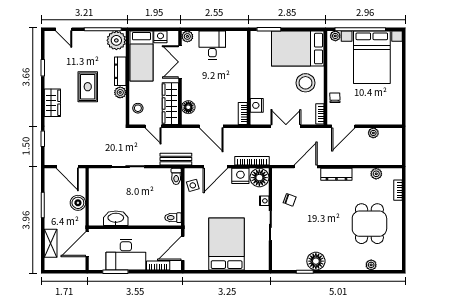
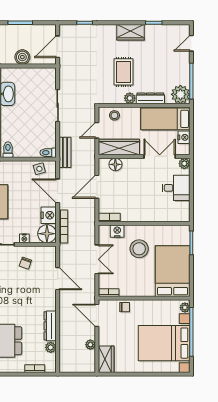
stool: (305, 83) -> (139, 249), moved
rug: (88, 87) -> (123, 72), moved, turned 90
wardrobe: (52, 103) -> (131, 32), moved
wardrobe: (388, 117) -> (106, 359), added
dresser: (336, 174) -> (50, 326), moved

